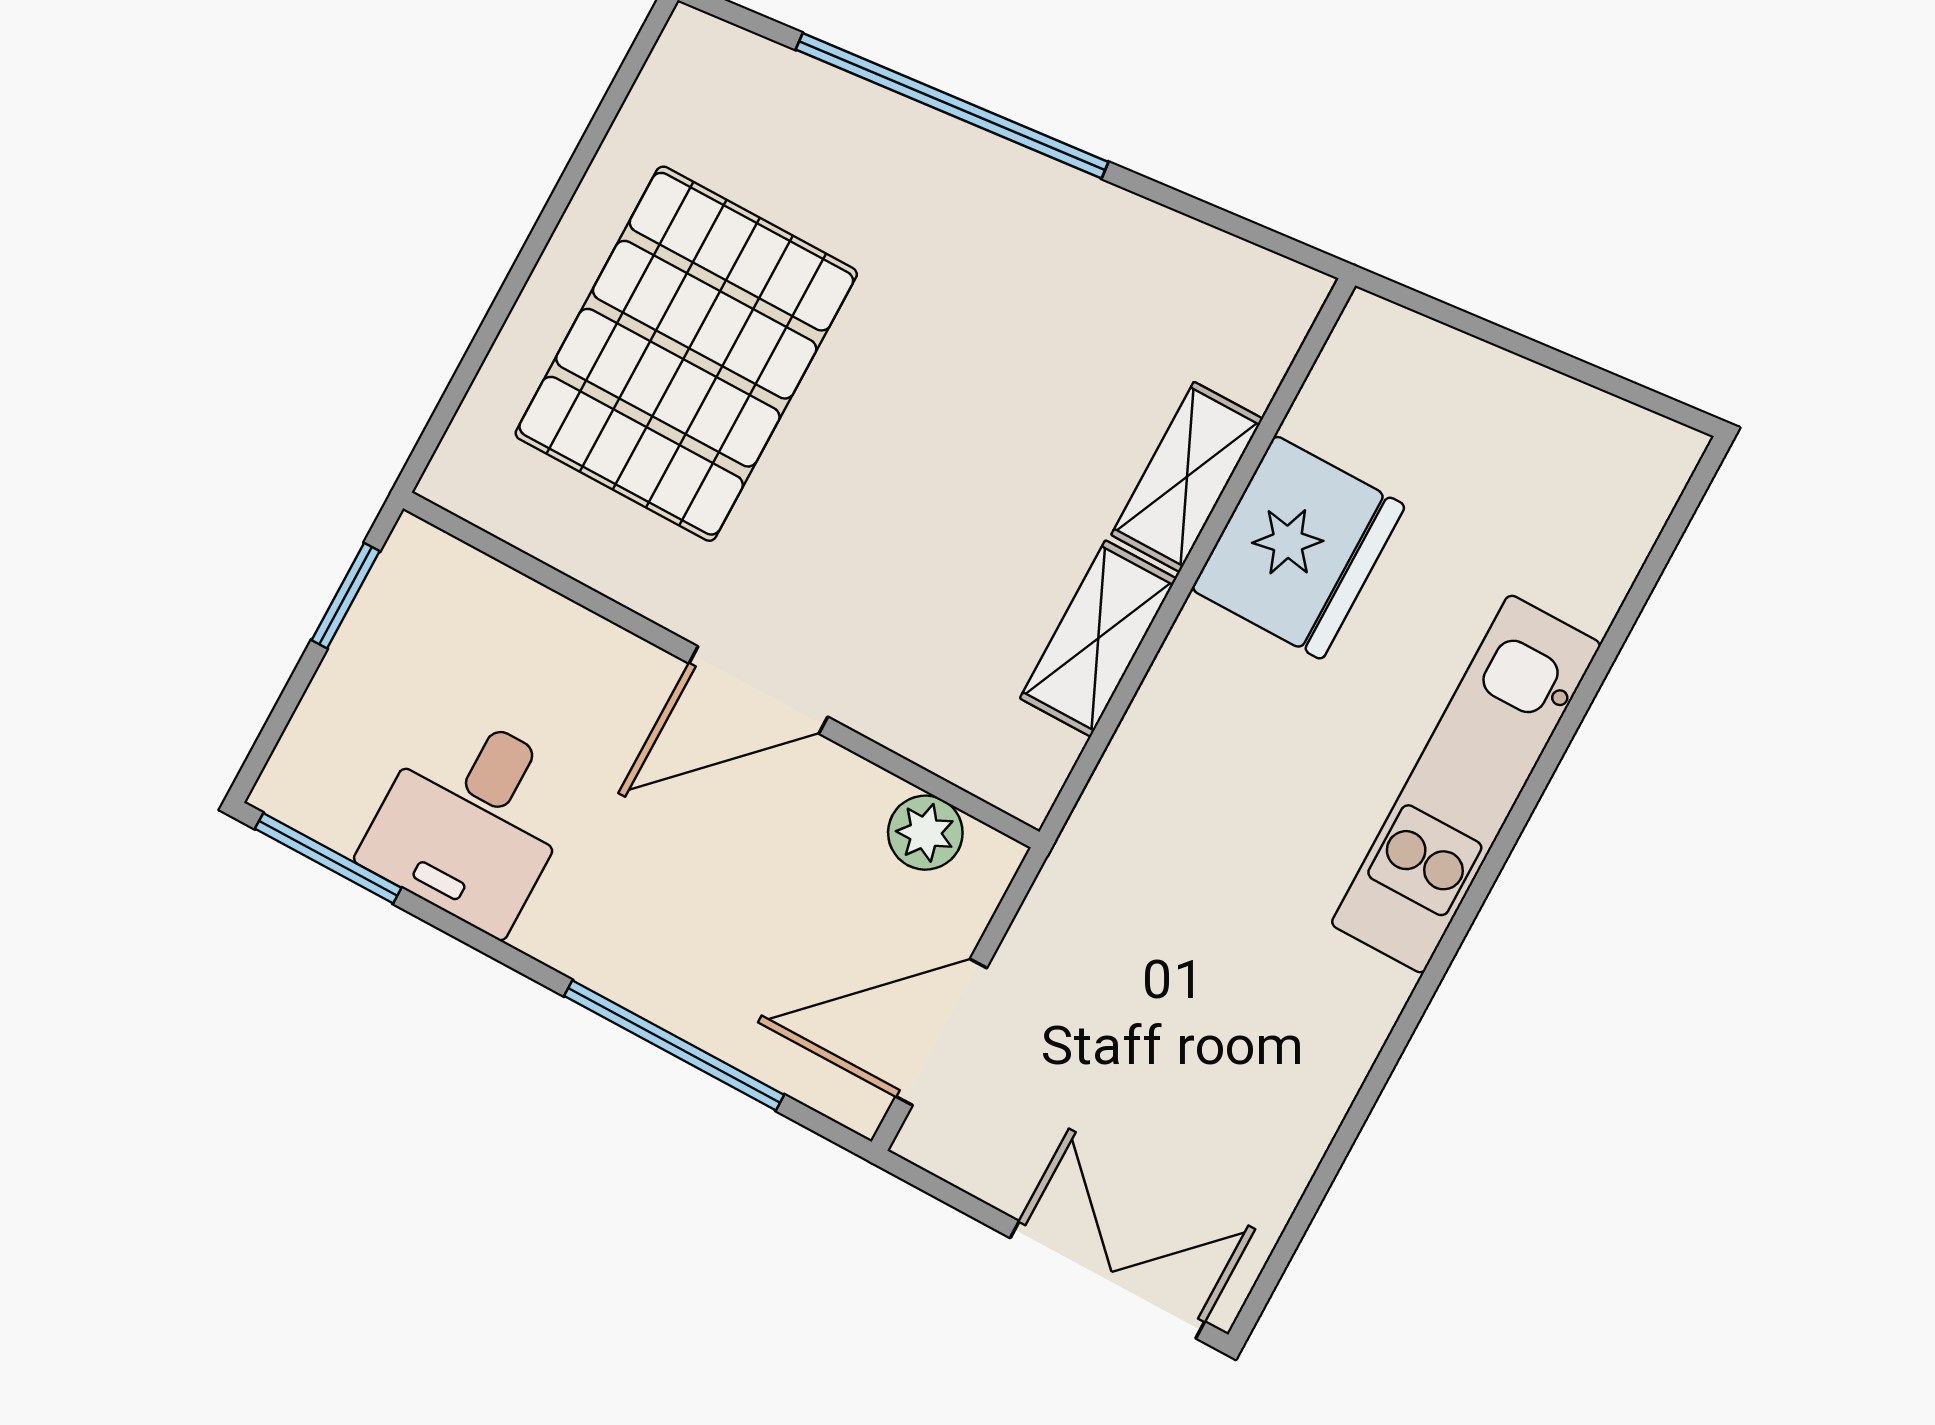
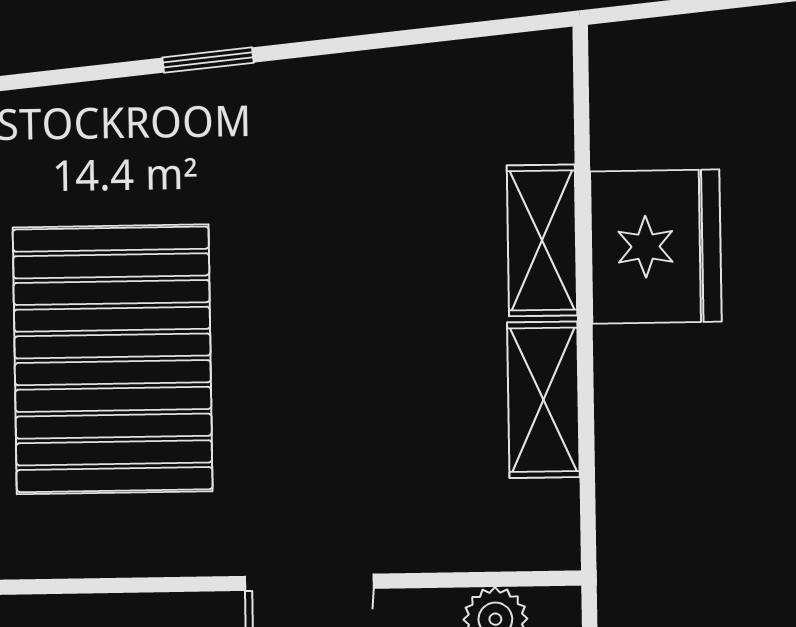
window: (952, 106) -> (208, 60), width x0.32

